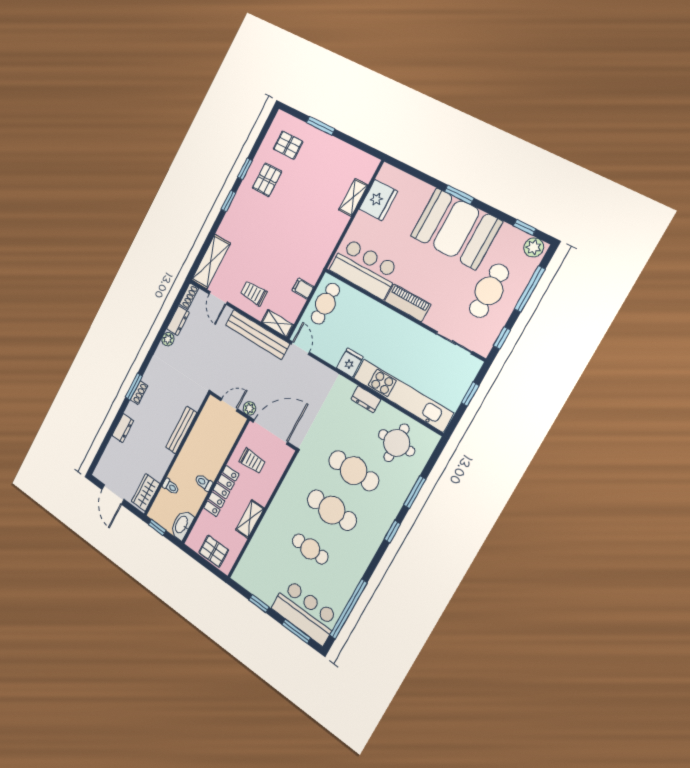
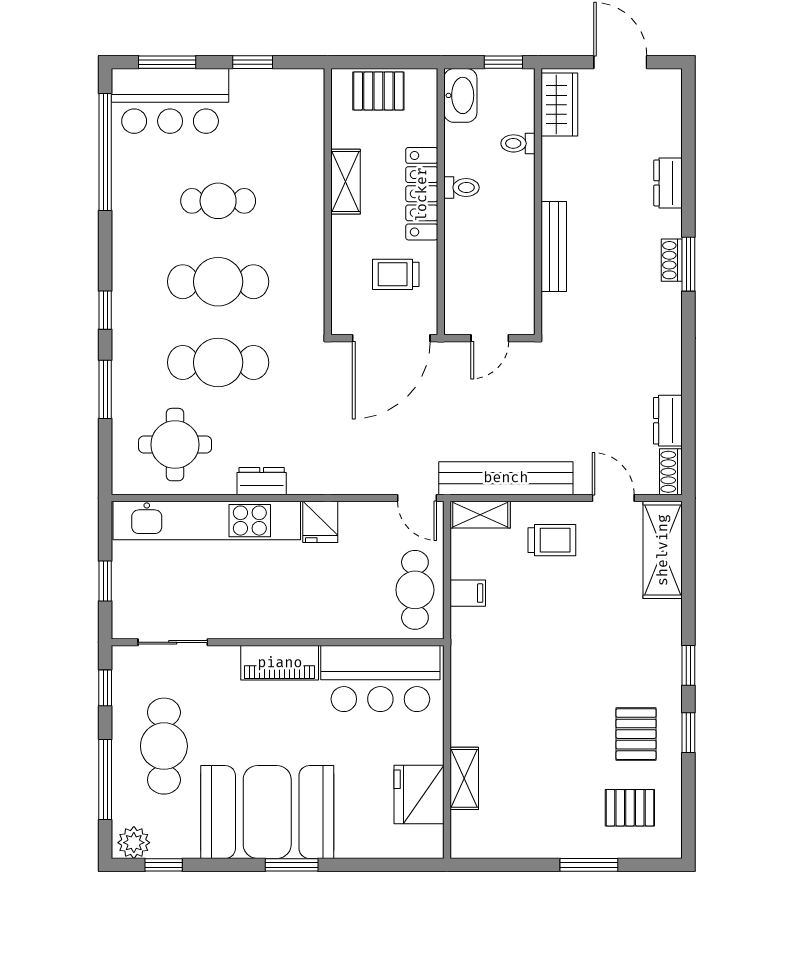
plant: (168, 339) -> (669, 380), removed
plant: (249, 408) -> (450, 354), removed

